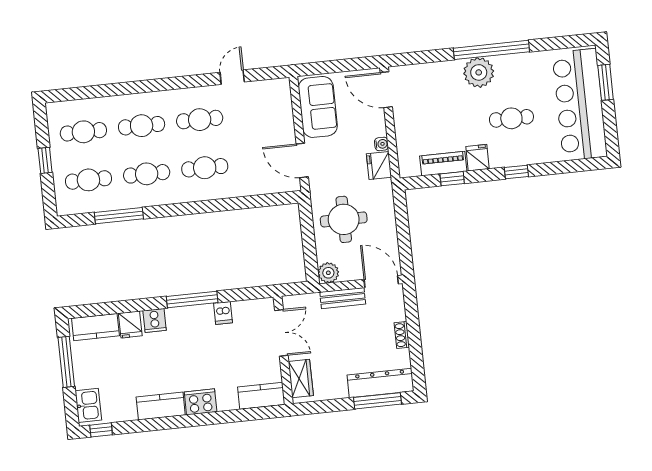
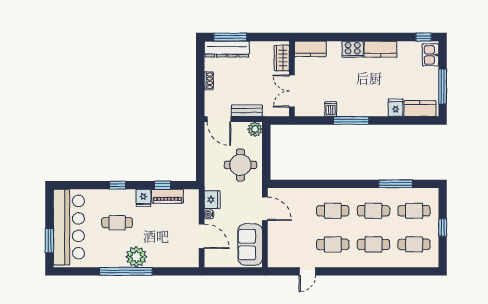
door: (386, 90) -> (202, 236), moved
cooker: (155, 321) -> (379, 109), removed

